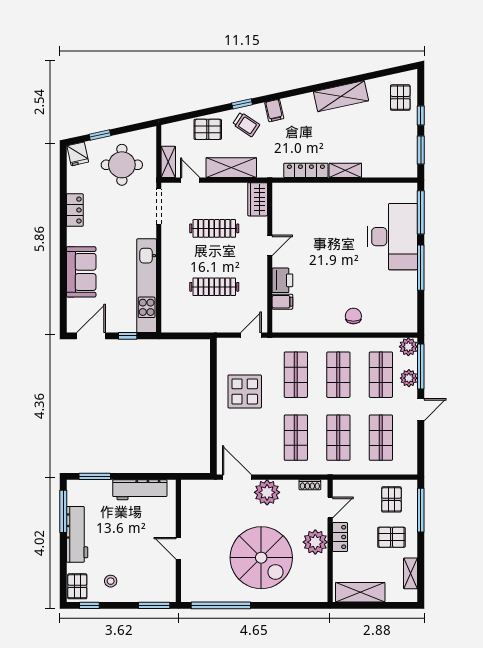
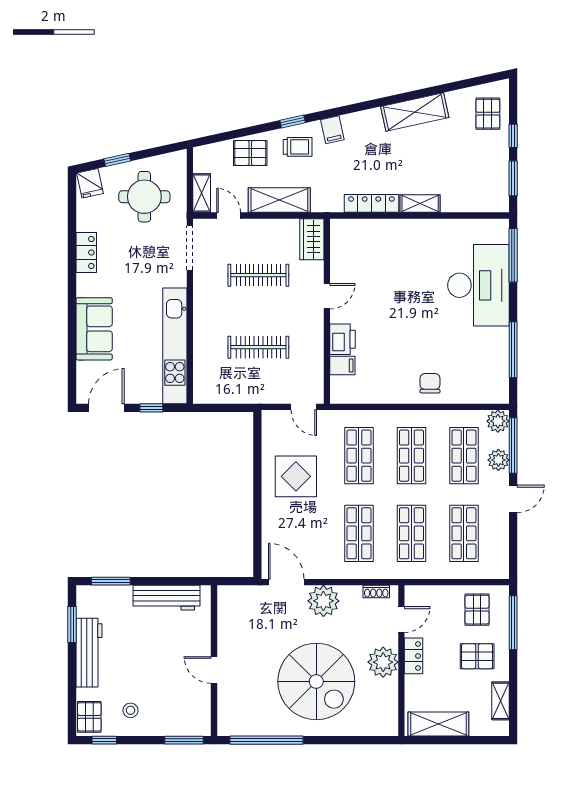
trolley: (246, 124) -> (298, 147), turned -34
window: (421, 268) -> (513, 350), moved
door: (251, 335) -> (304, 407), swing flipped
window: (63, 511) -> (72, 624), width x0.69

